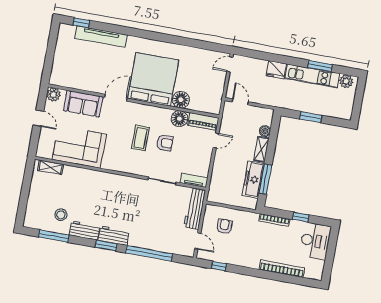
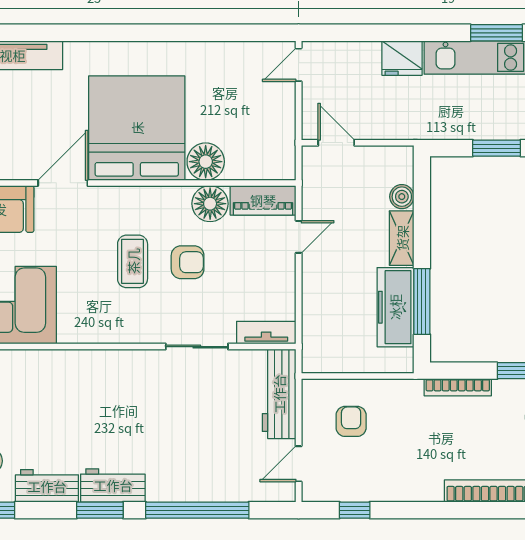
door: (198, 241) -> (299, 464), swing flipped

